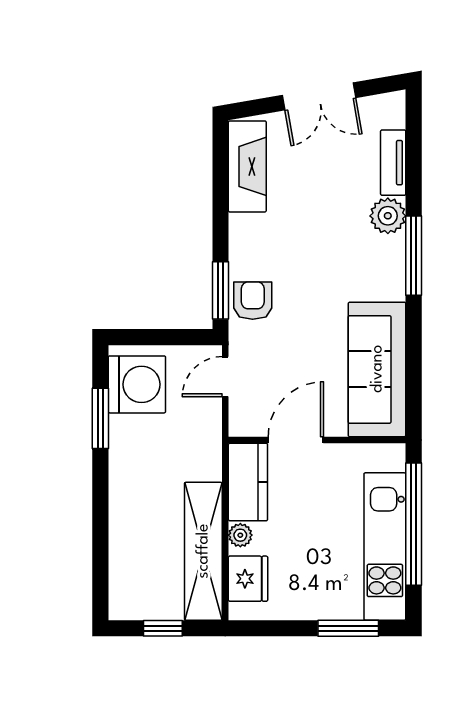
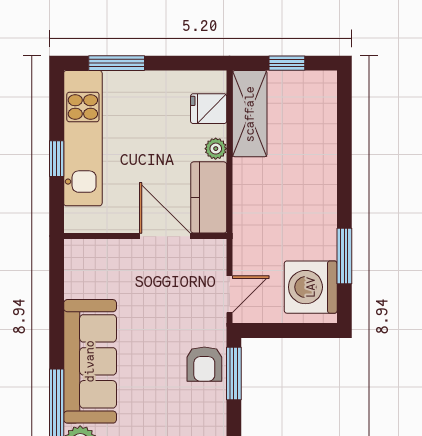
sofa: (377, 369) -> (90, 361), moved
door: (296, 440) -> (165, 236), swing flipped
window: (414, 524) -> (57, 159), width x0.32
shelving: (203, 551) -> (250, 114), width x0.68
fridge: (248, 579) -> (209, 109), width x0.72

